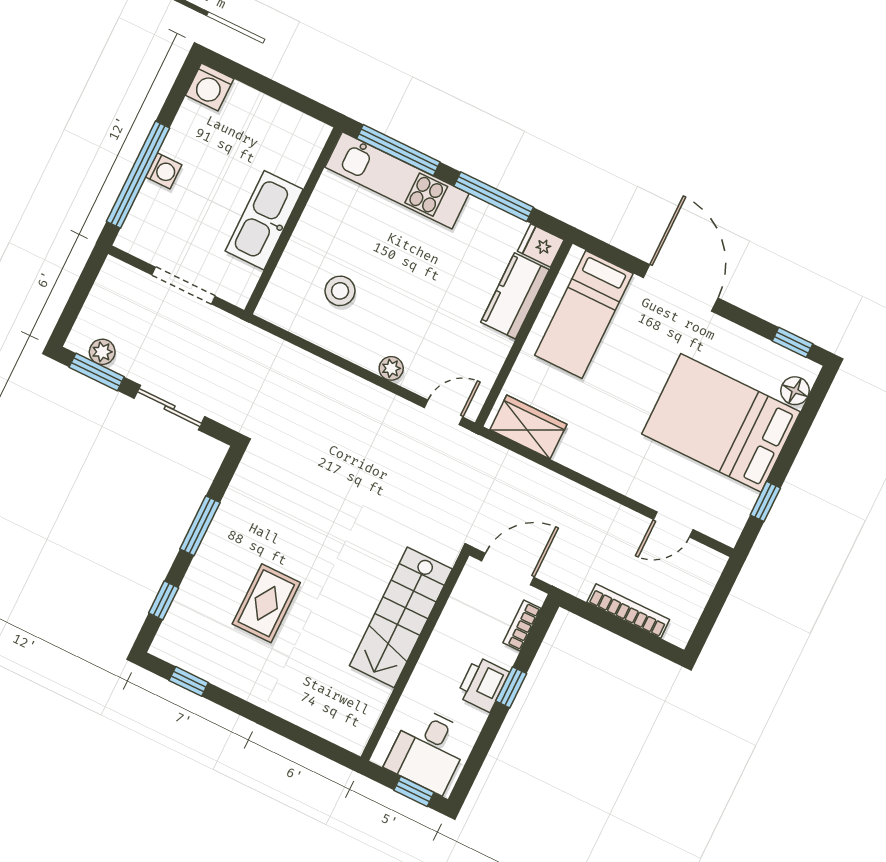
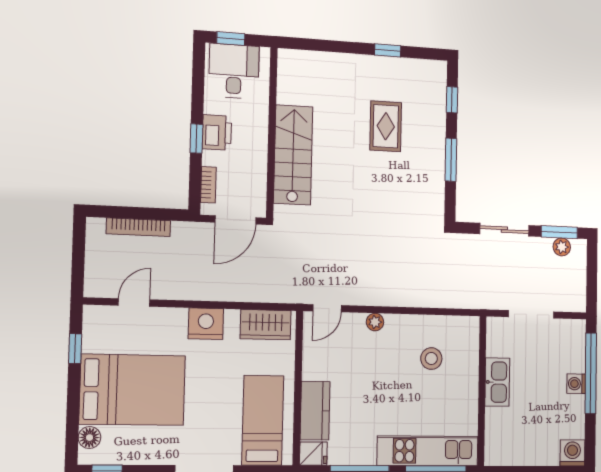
kitchen sink: (264, 220) -> (497, 382), width x0.73, depth x0.81
nightstand: (600, 461) -> (206, 324), added
window: (189, 681) -> (388, 50), moved

